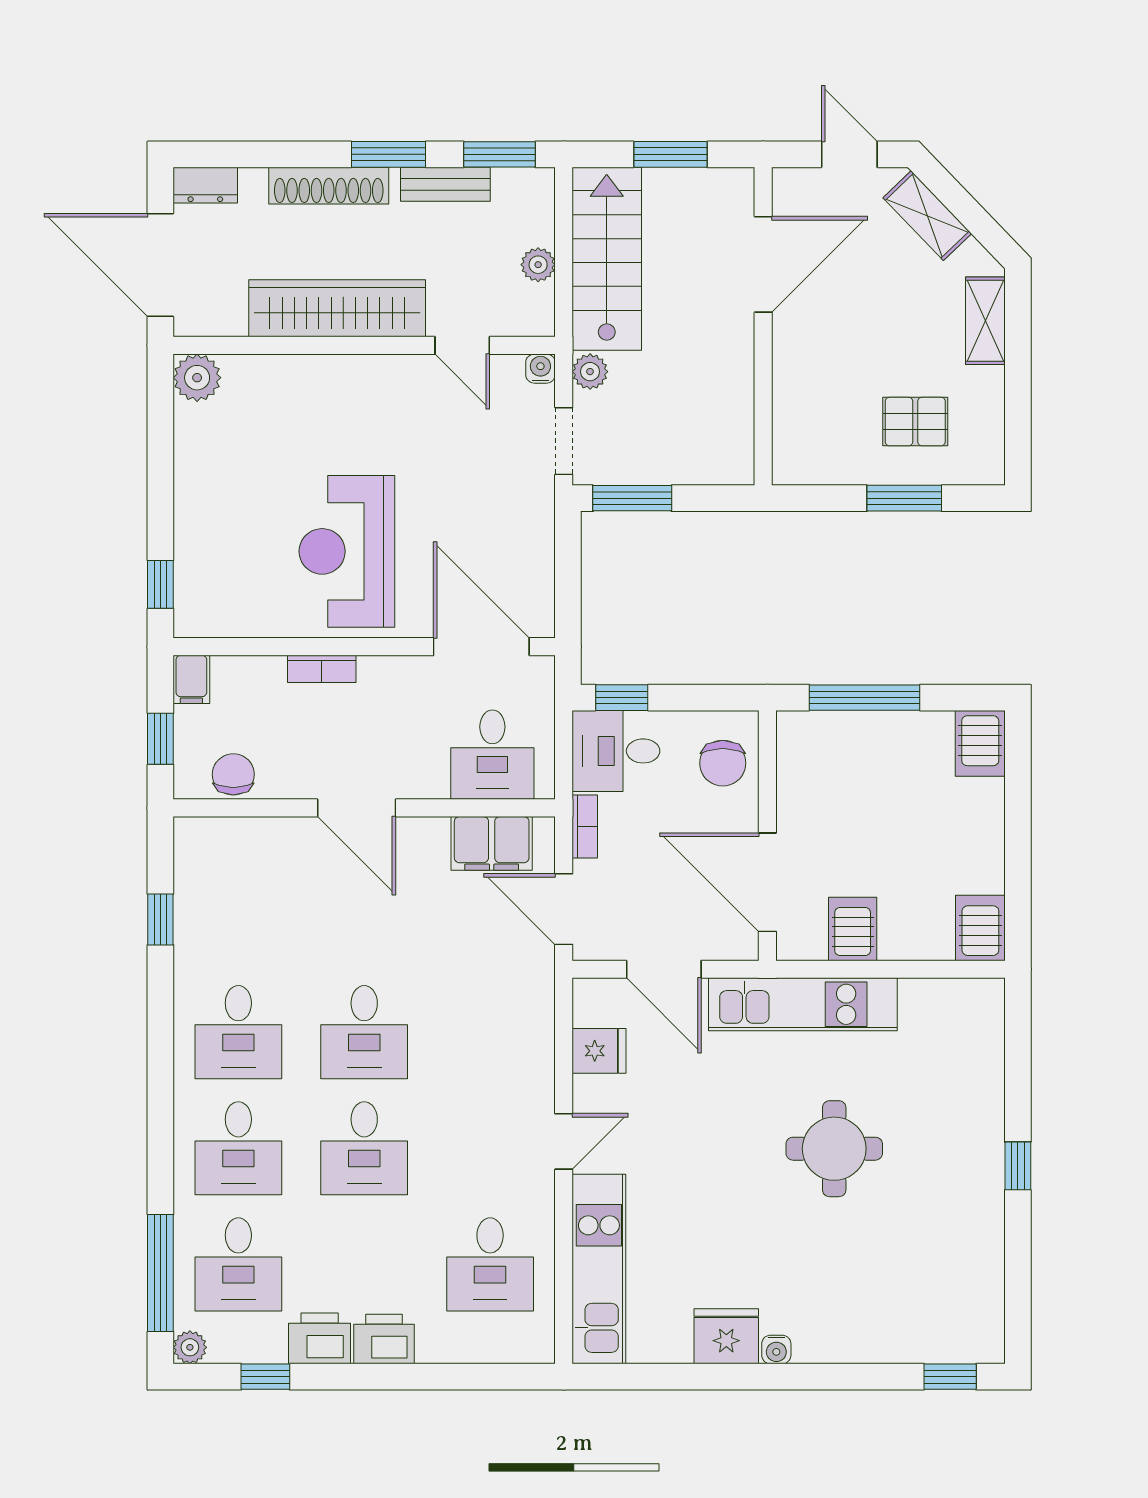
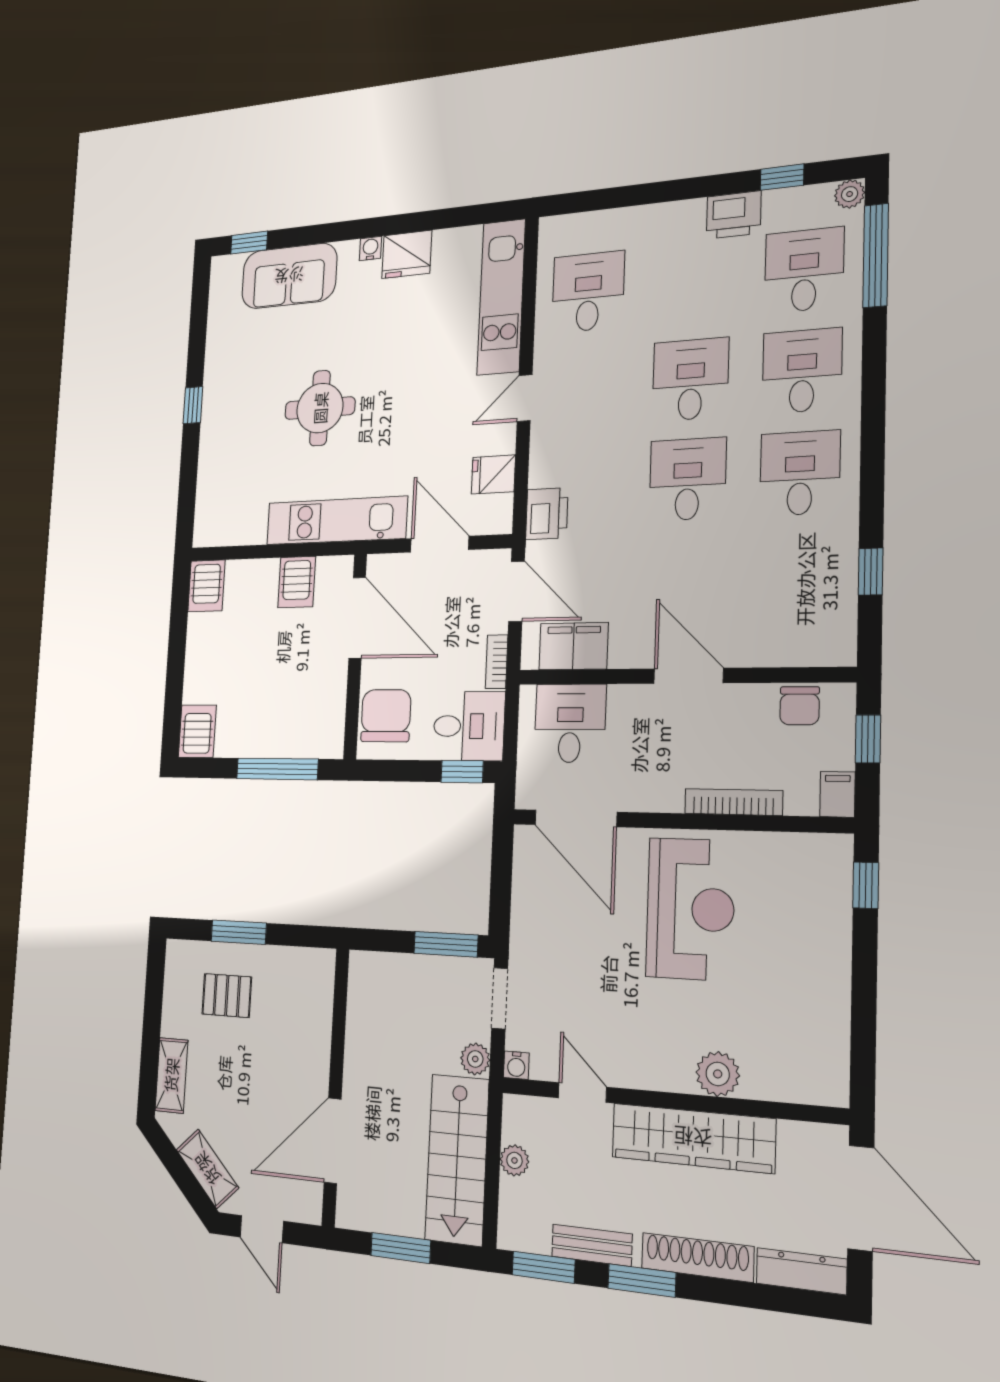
dresser: (205, 185) -> (801, 1271), width x1.44
plant: (197, 378) -> (718, 1074), moved
bookcase: (322, 669) -> (733, 802), width x1.56
chair: (723, 763) -> (386, 716), width x1.37, depth x1.37
sofa: (889, 1326) -> (289, 276), added
printer: (384, 1339) -> (547, 514), moved, turned -90

